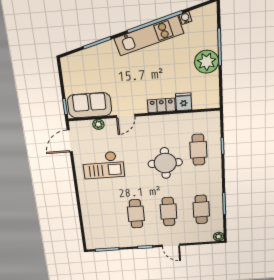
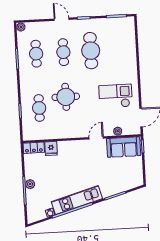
plant: (207, 62) -> (30, 184), width x0.53, depth x0.53
locker: (161, 105) -> (34, 148), moved
cafe table: (136, 214) -> (91, 51), width x1.37, depth x1.35

